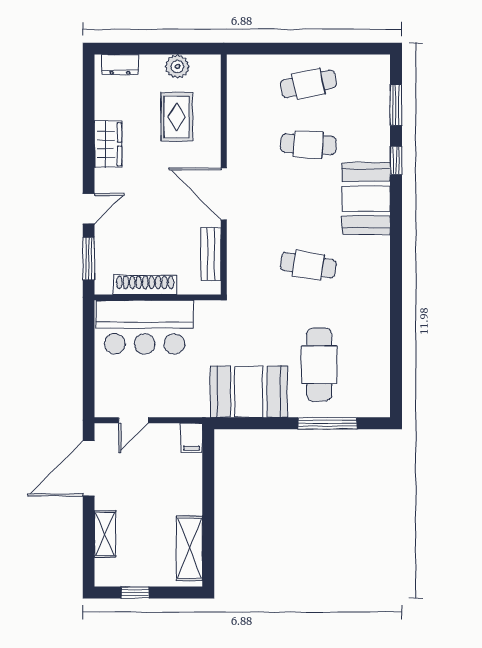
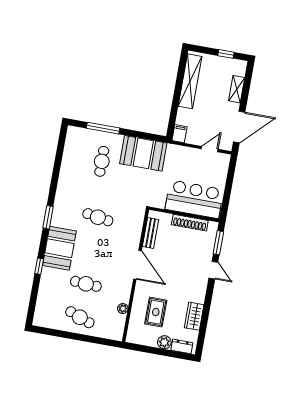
plant: (177, 66) -> (164, 342), moved
cafe table: (308, 84) -> (80, 317), turned 33
window: (396, 105) -> (48, 217), moved
plant: (236, 113) -> (123, 309), added
wardrobe: (108, 144) -> (194, 316), moved
door: (89, 209) -> (213, 270), swing flipped
cafe table: (319, 365) -> (102, 161), width x0.73, depth x0.74
shelving: (189, 548) -> (190, 81), width x1.47

